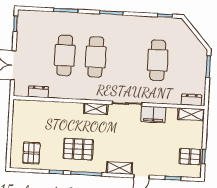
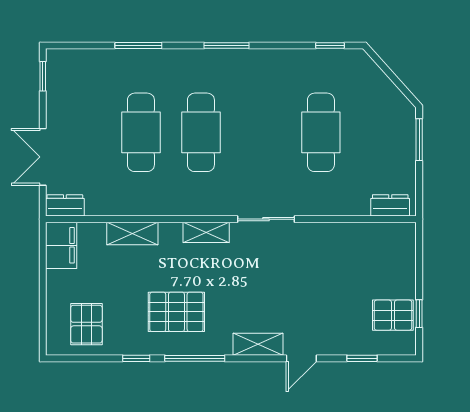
dresser: (39, 92) -> (65, 205), moved
filing cabinet: (153, 114) -> (61, 245), moved, turned -90
shelving: (191, 114) -> (132, 233), moved

